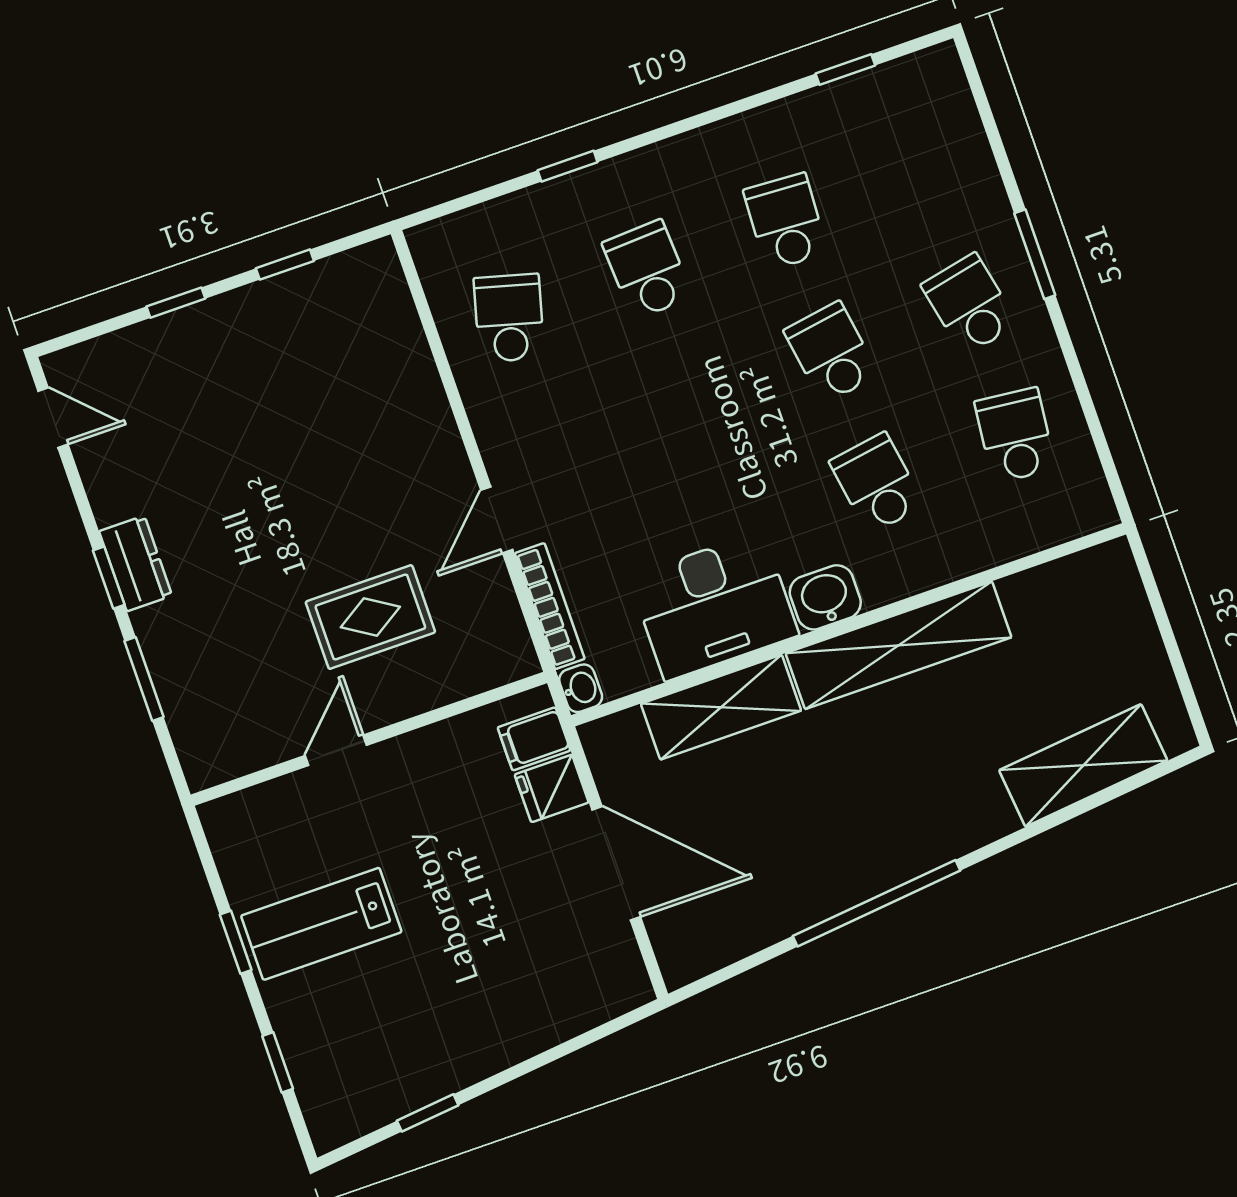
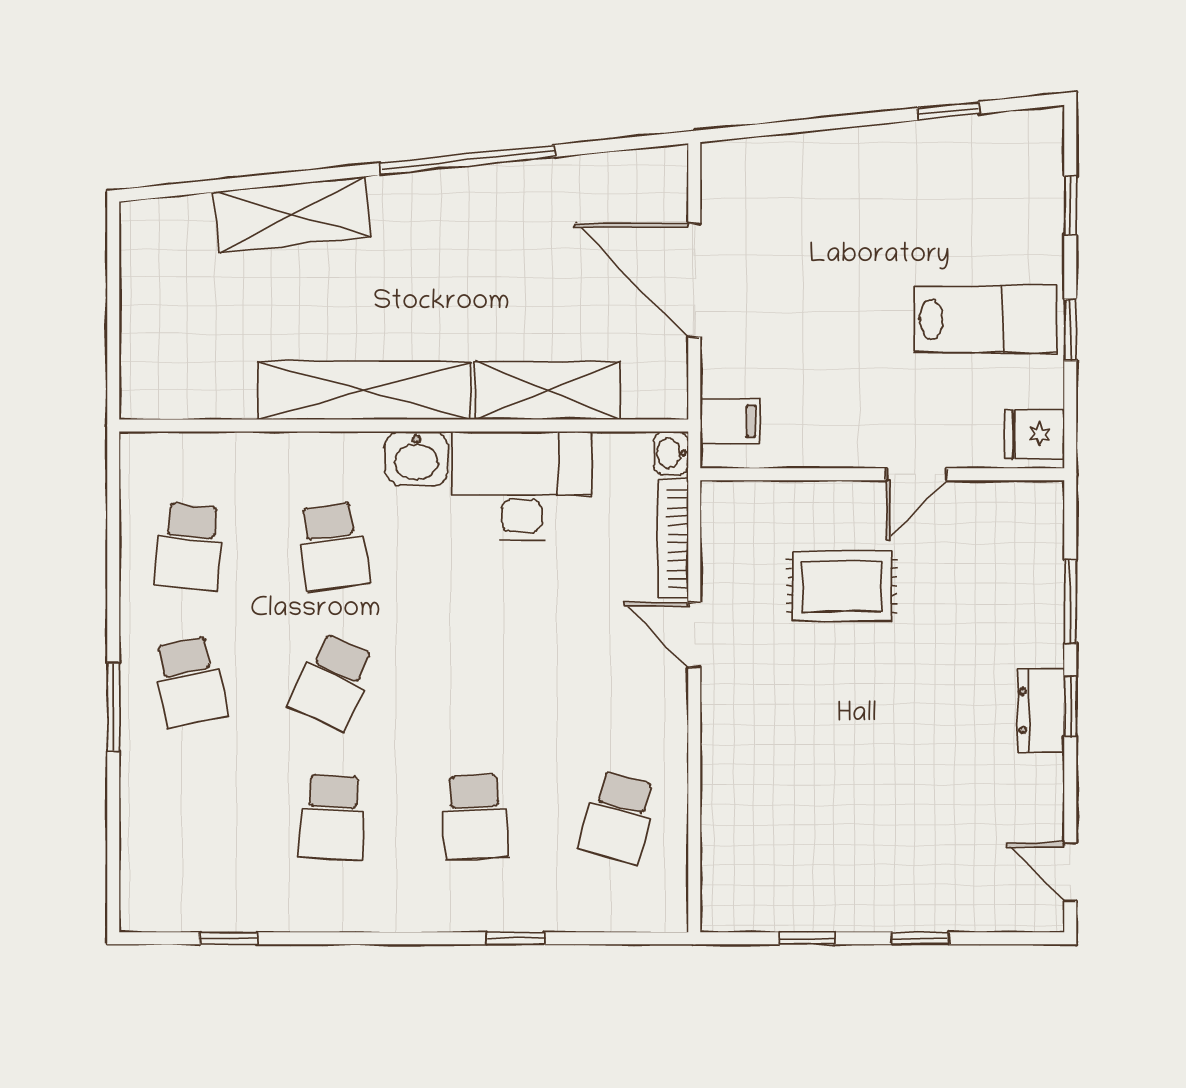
school desk: (831, 353) -> (332, 682), turned 33
door: (497, 520) -> (694, 635), swing flipped
shelving: (1083, 765) -> (292, 215), moved
fridge: (552, 788) -> (1035, 434), moved, turned 180

